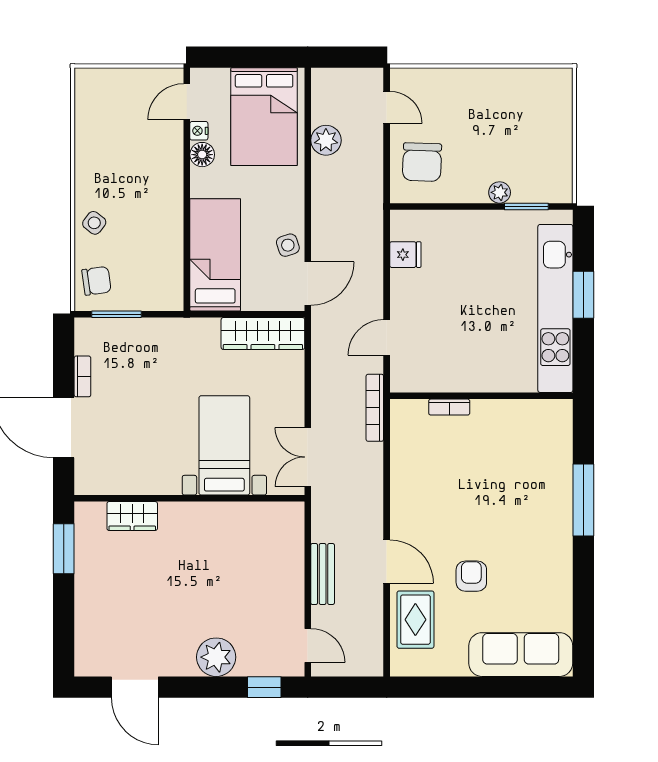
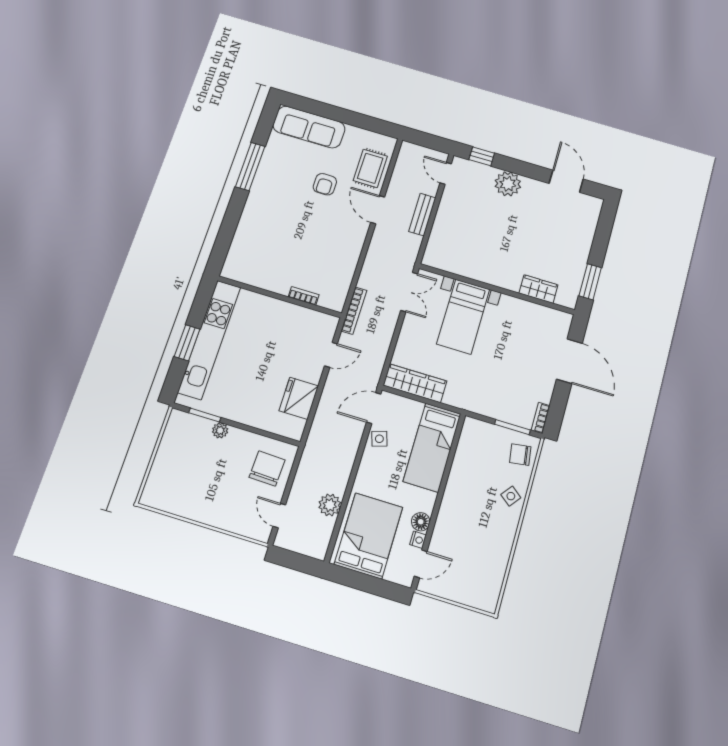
fridge: (405, 255) -> (299, 398), width x1.88, depth x1.34
bookcase: (82, 376) -> (541, 418), moved
window: (583, 500) -> (250, 166), moved

